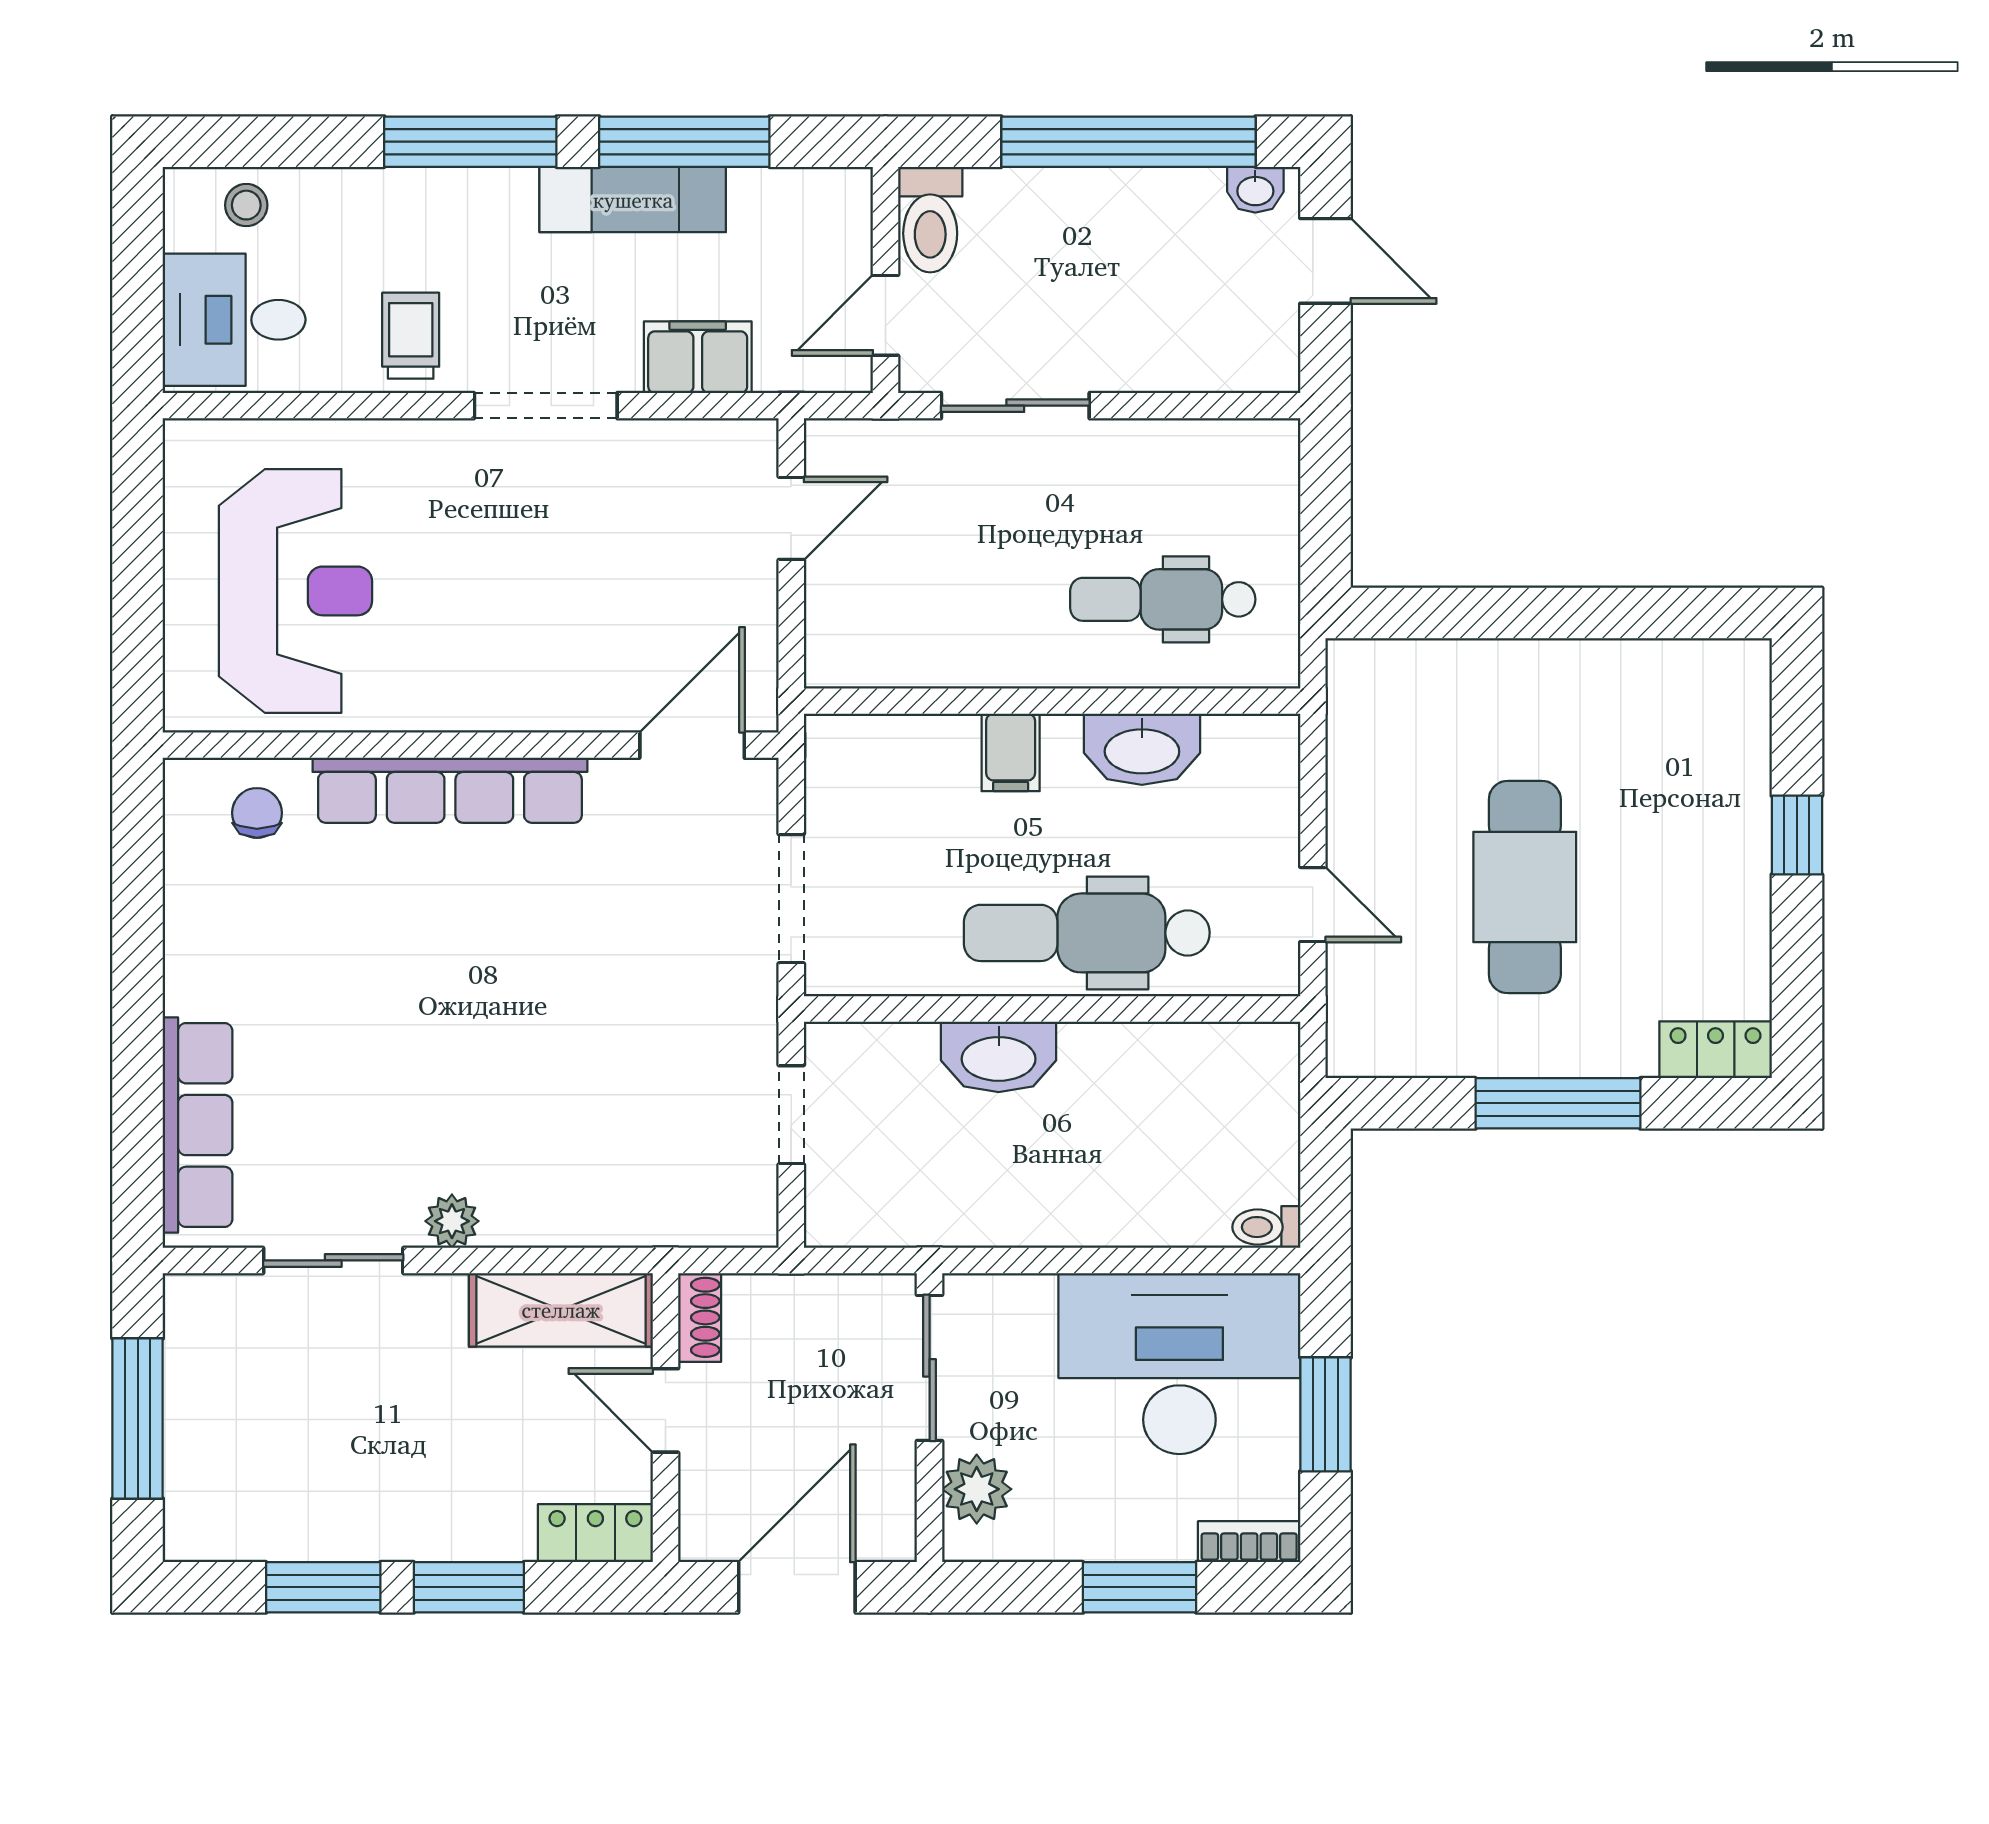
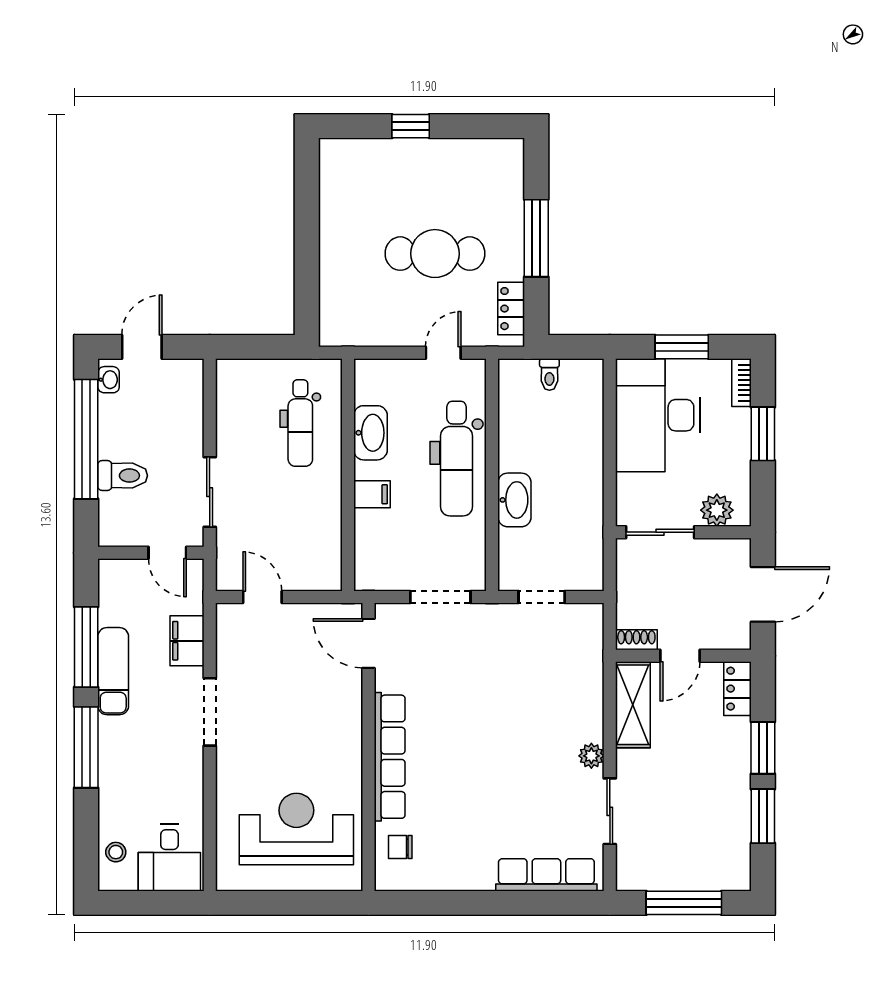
toilet: (930, 220) -> (123, 476), moved
trolley: (411, 336) -> (177, 775), removed
locker: (1716, 1050) -> (511, 309), moved
toilet: (1266, 1227) -> (549, 375), moved
door: (797, 1587) -> (763, 594), swing flipped

